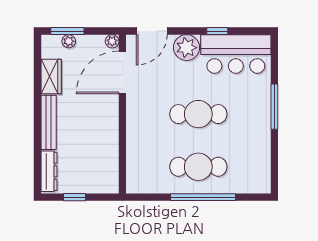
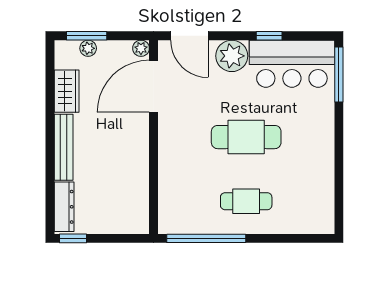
door: (152, 31) -> (189, 36), hinge flipped
window: (274, 107) -> (339, 74), moved
cafe table: (198, 167) -> (246, 201), width x0.73, depth x0.74
window: (75, 197) -> (73, 238), moved
window: (203, 197) -> (206, 238), moved

